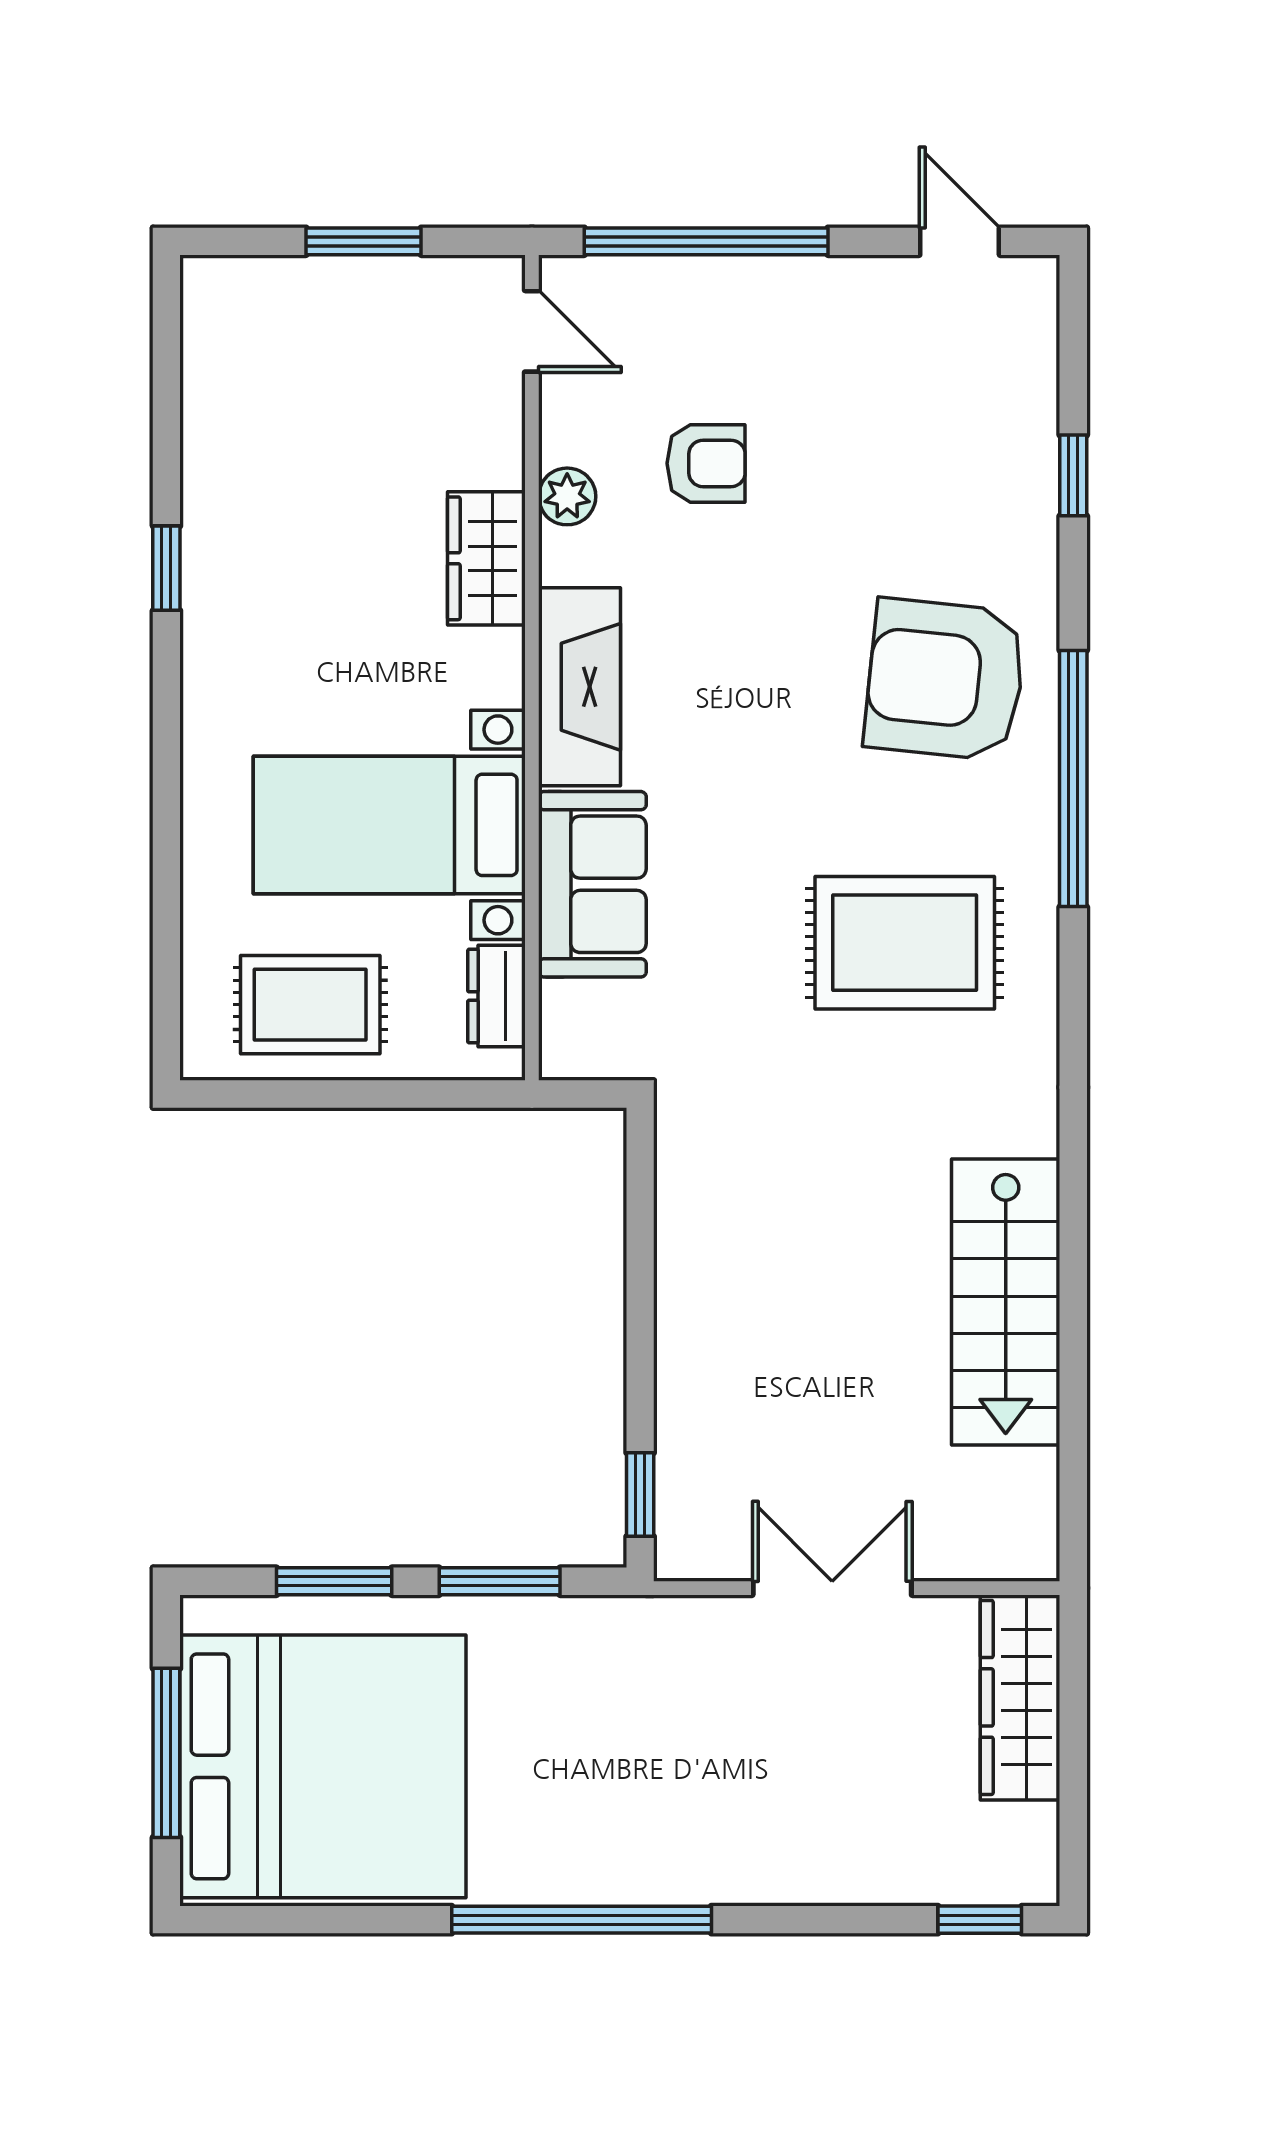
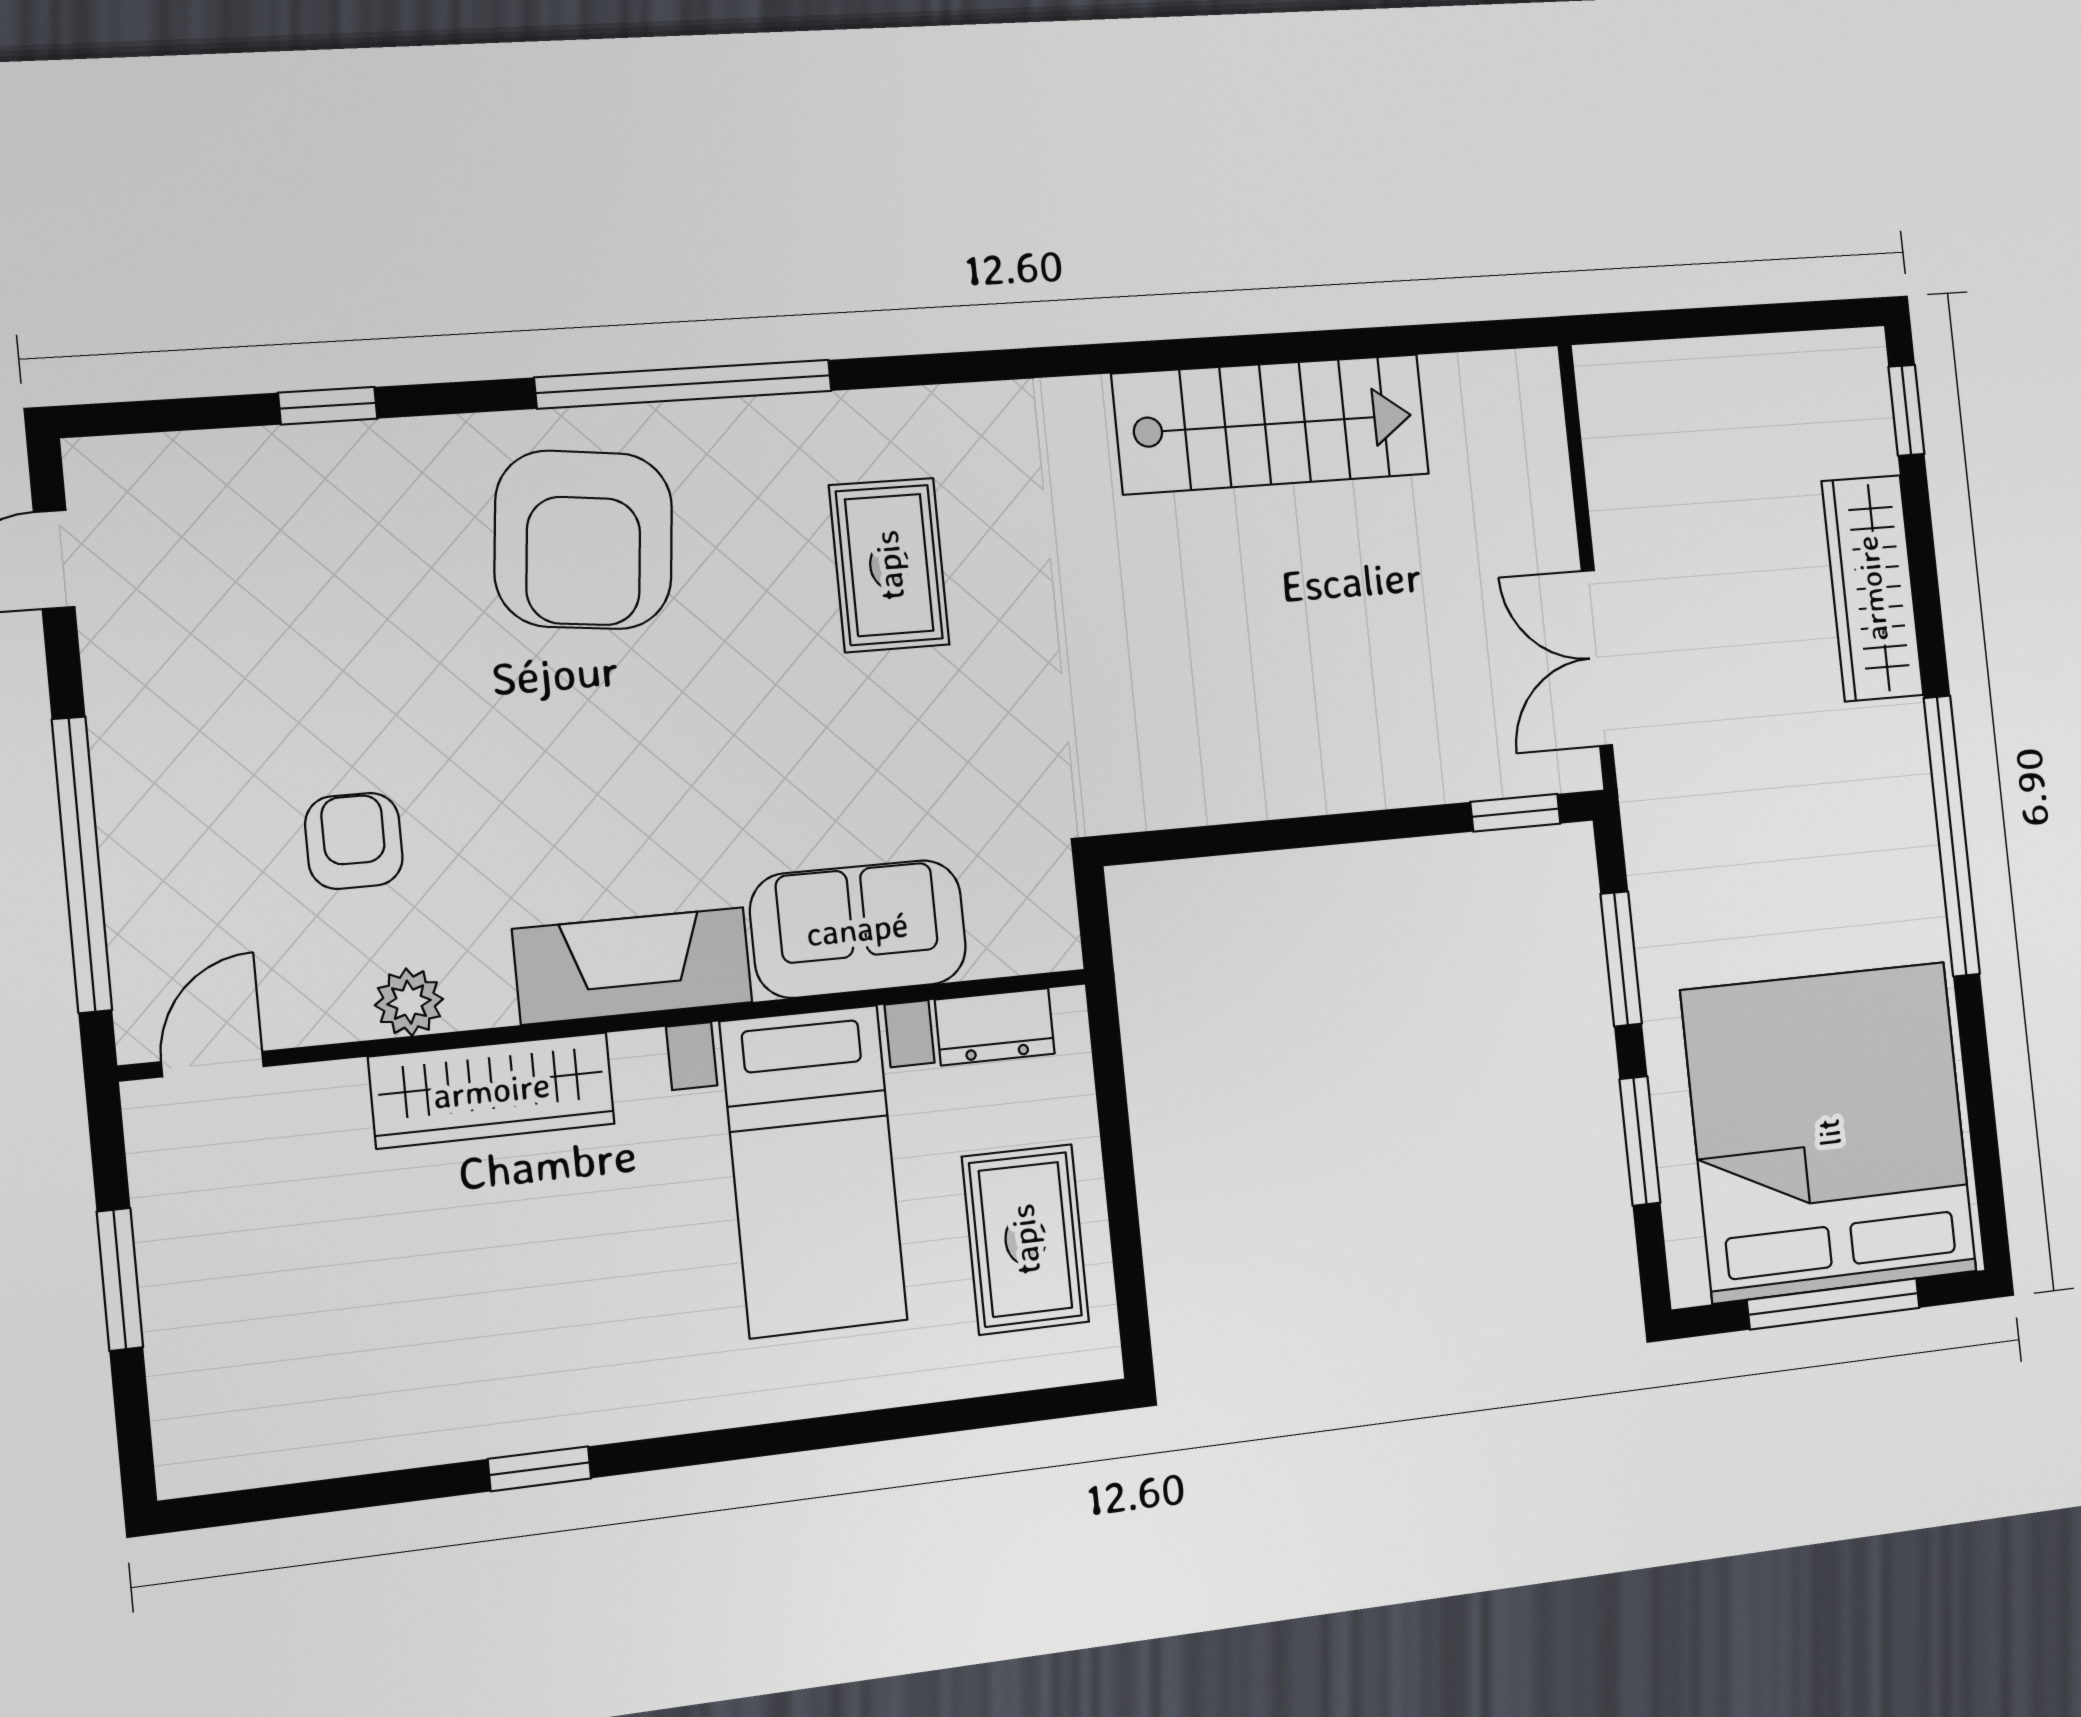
wardrobe: (486, 558) -> (492, 1090), width x1.50
rug: (905, 943) -> (889, 565), width x0.73, depth x0.70
double door: (832, 1588) -> (1597, 658), moved
wardrobe: (1020, 1697) -> (1872, 588), moved, turned 90

